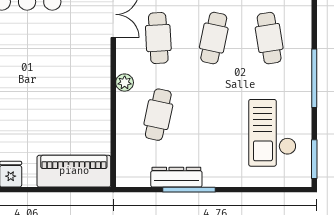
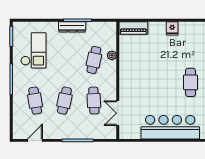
plant: (125, 83) -> (112, 55), moved
piano: (74, 171) -> (133, 28), width x0.73, depth x0.75
dresser: (176, 177) -> (72, 27), moved

